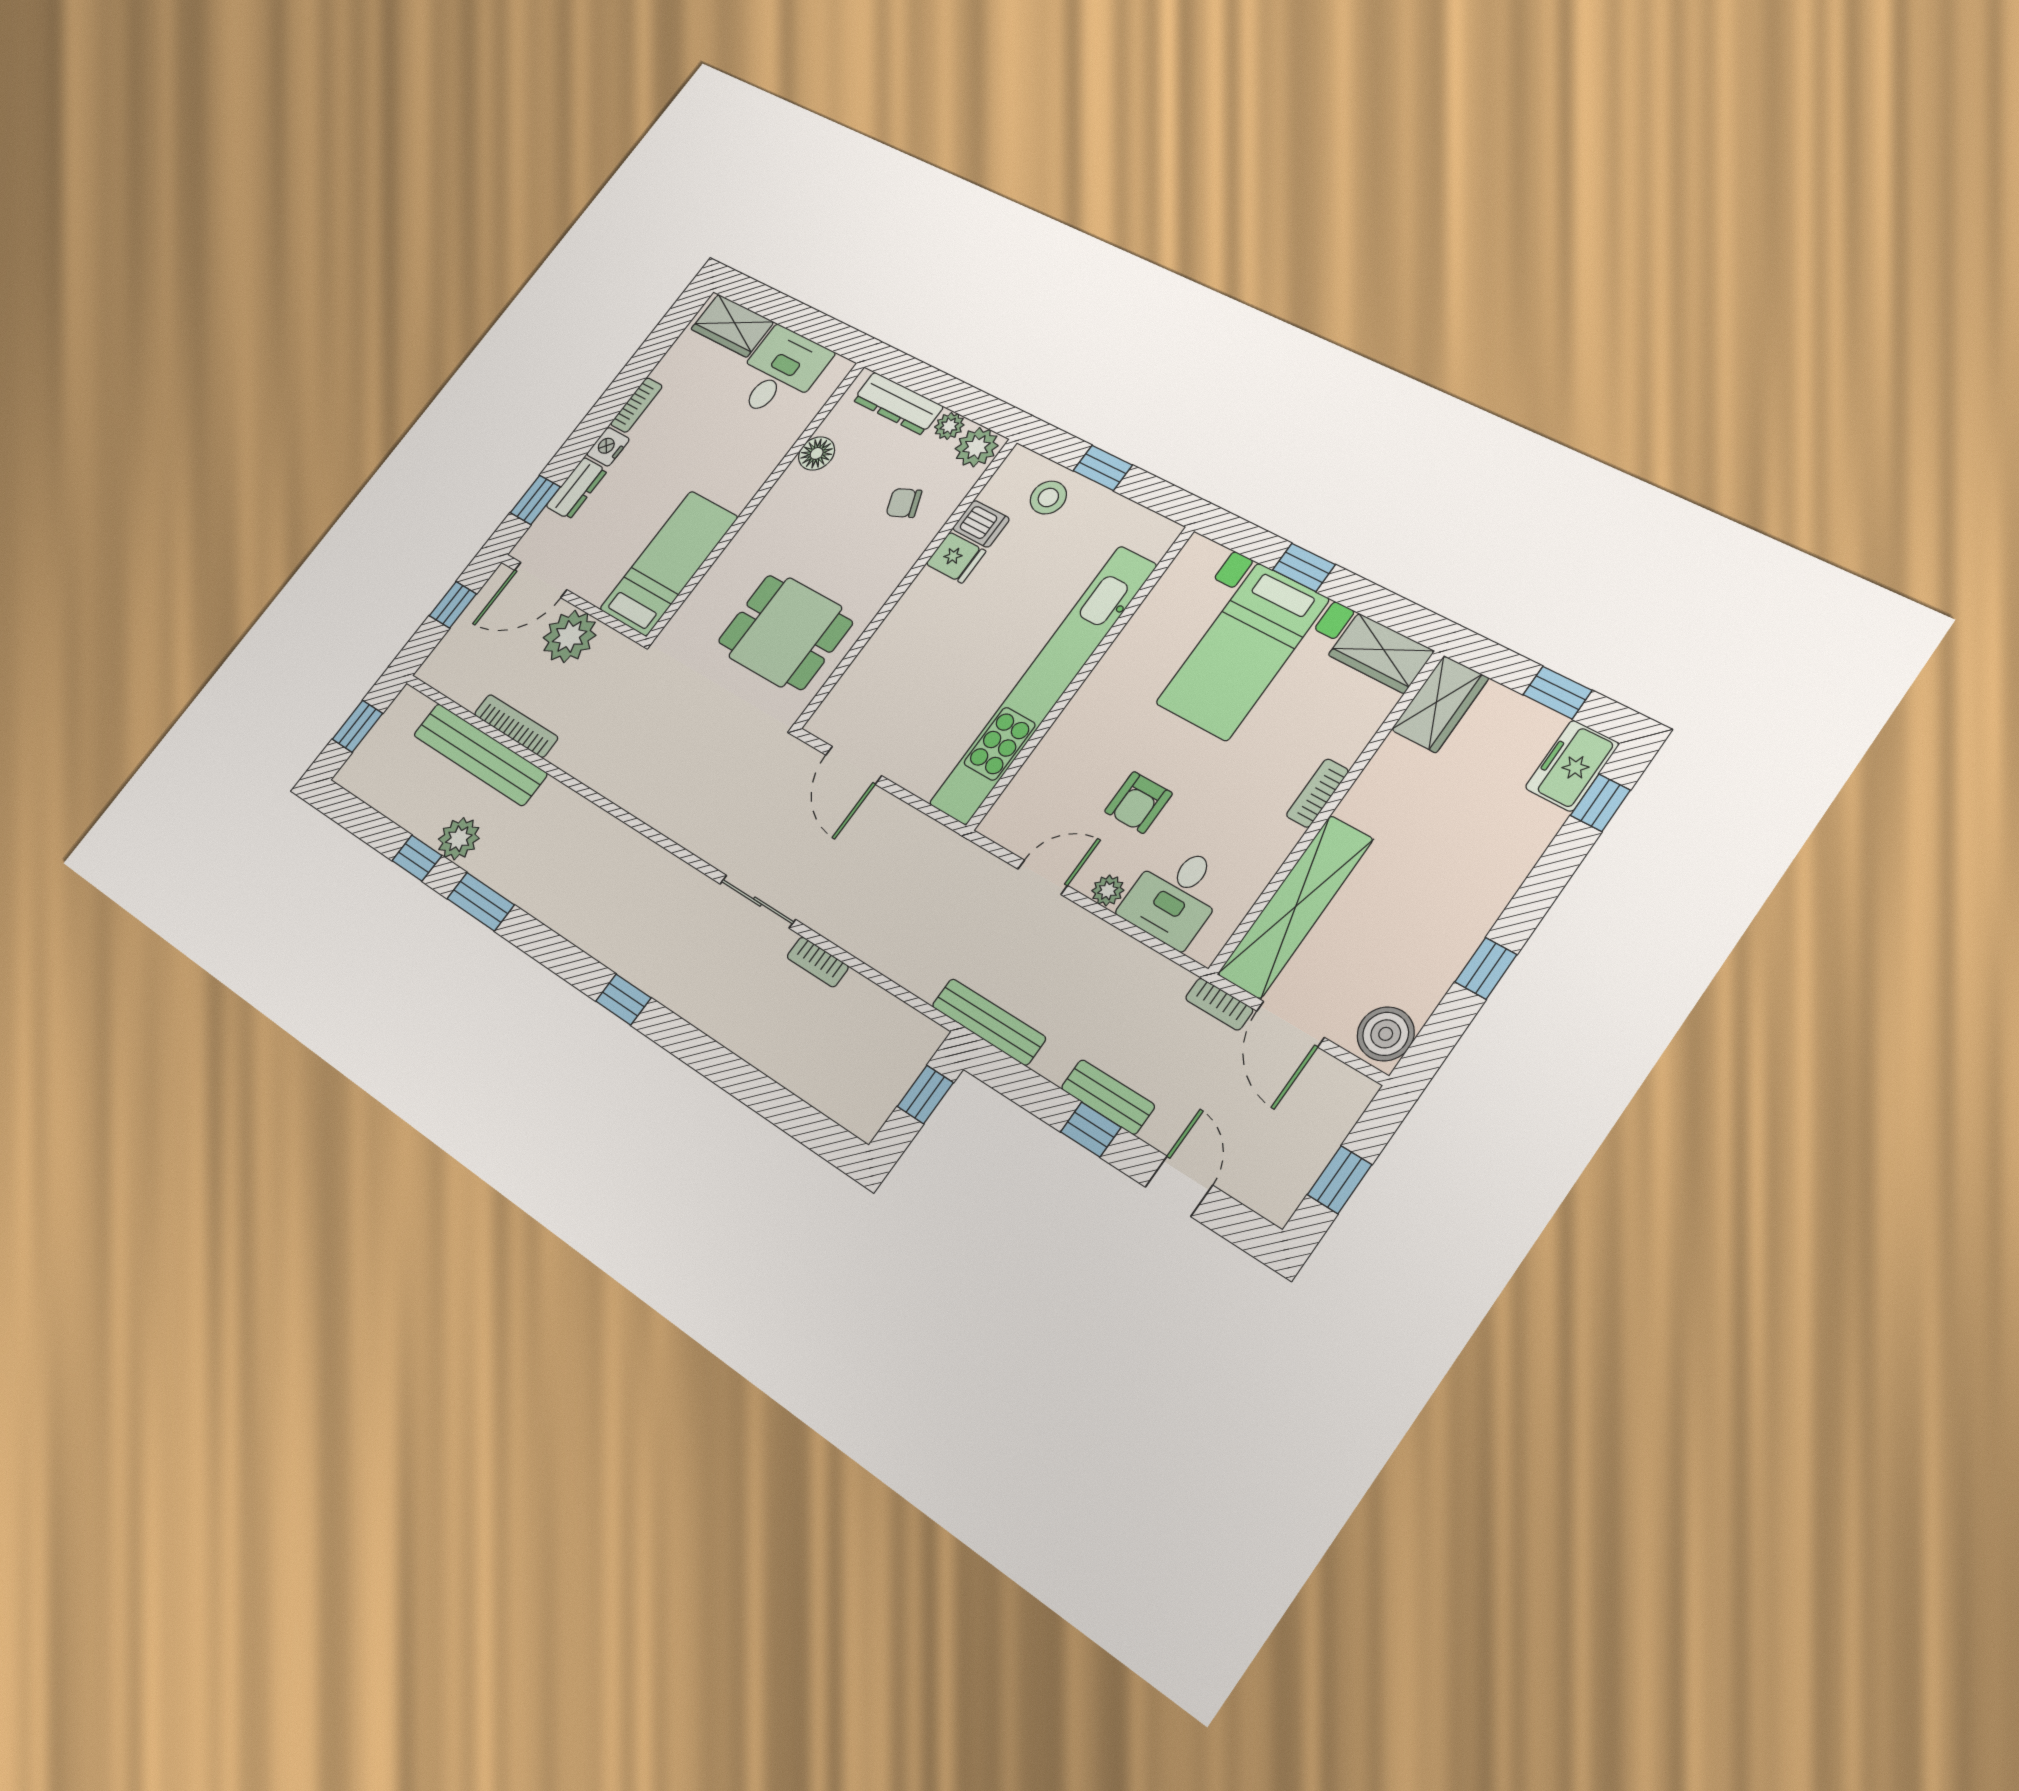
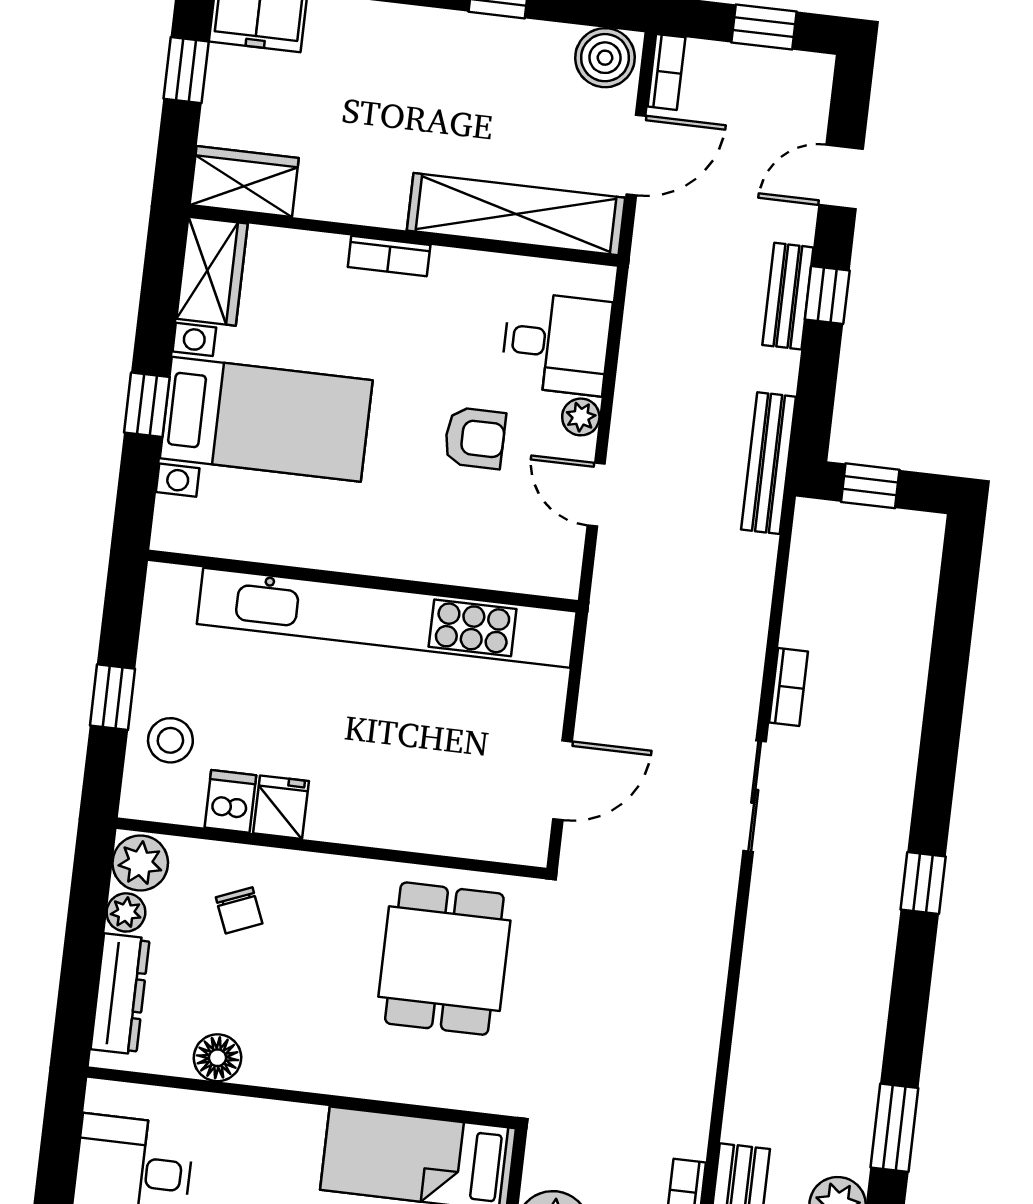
bookcase: (1219, 1004) -> (666, 72), moved

